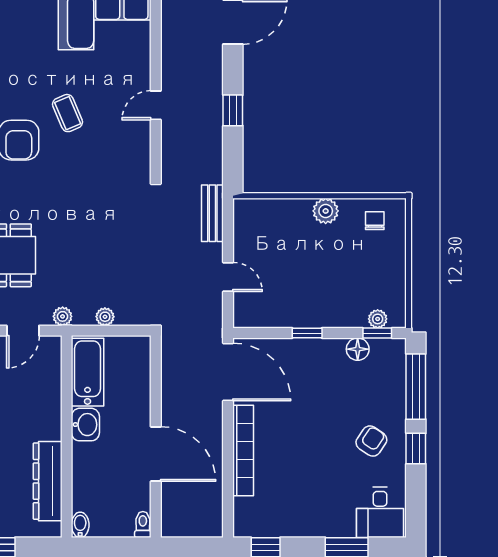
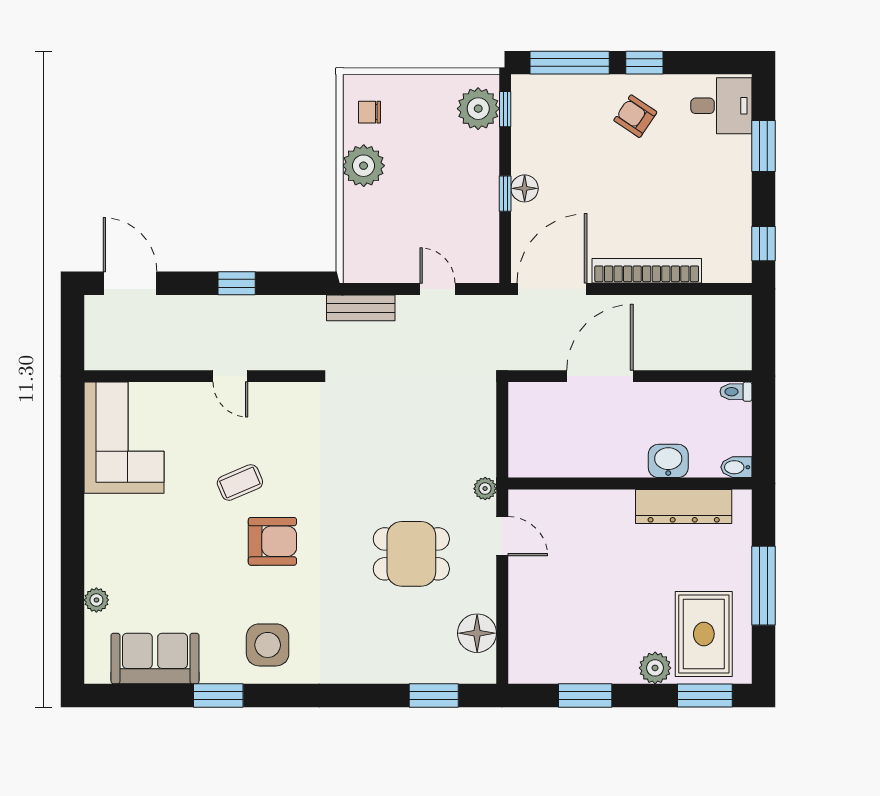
plant: (326, 211) -> (364, 166), width x1.36, depth x1.36
door: (228, 277) -> (437, 289), hinge flipped
plant: (105, 317) -> (485, 437), removed
plant: (378, 319) -> (478, 109), width x1.88, depth x1.88
floor lamp: (358, 349) -> (525, 188), moved
bathtub: (88, 372) -> (552, 458), removed
washbasin: (85, 425) -> (668, 461), moved
door: (156, 454) -> (600, 376), moved

